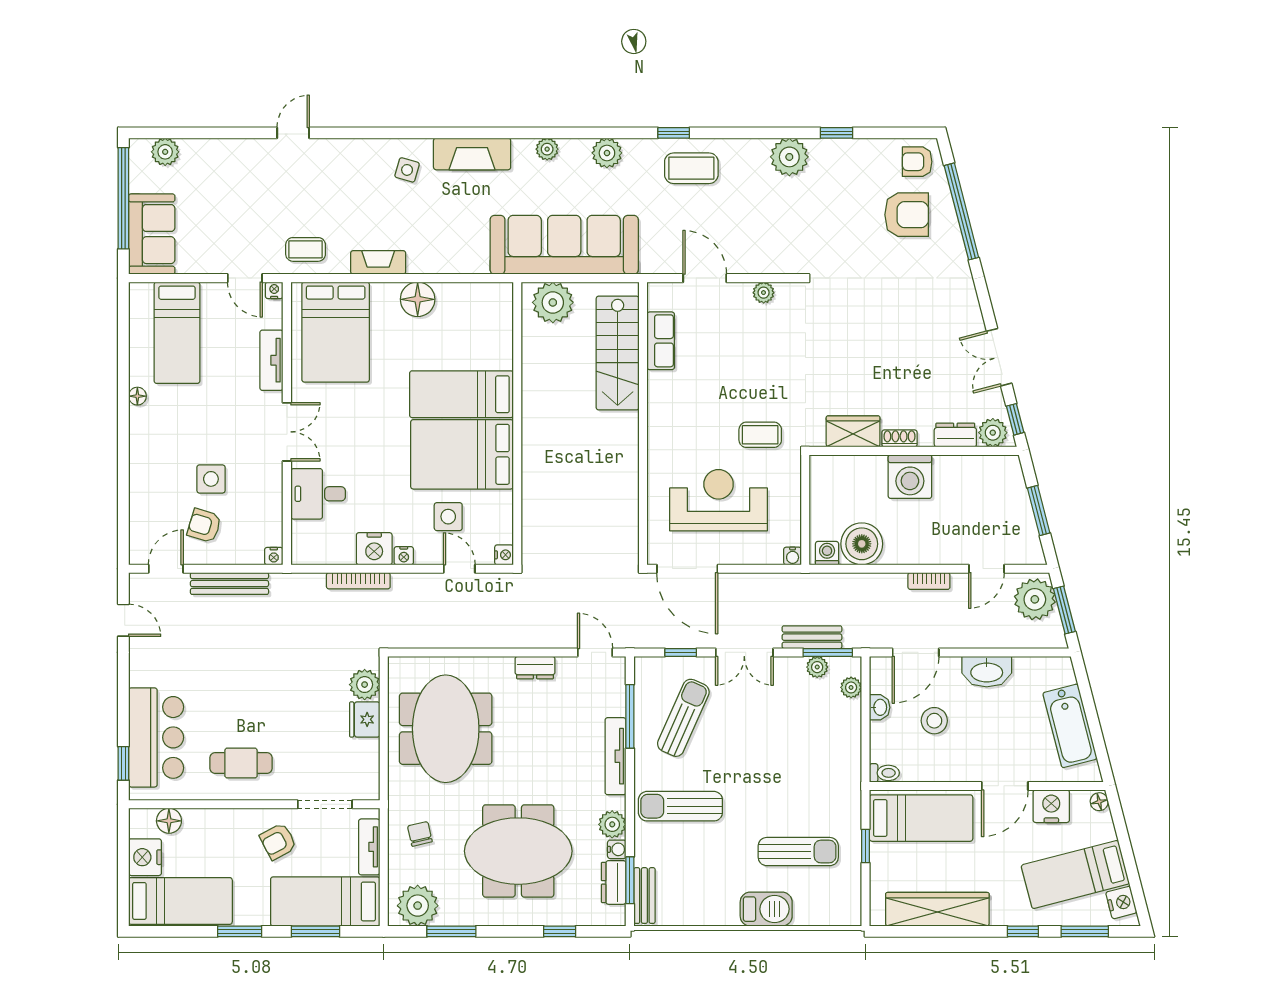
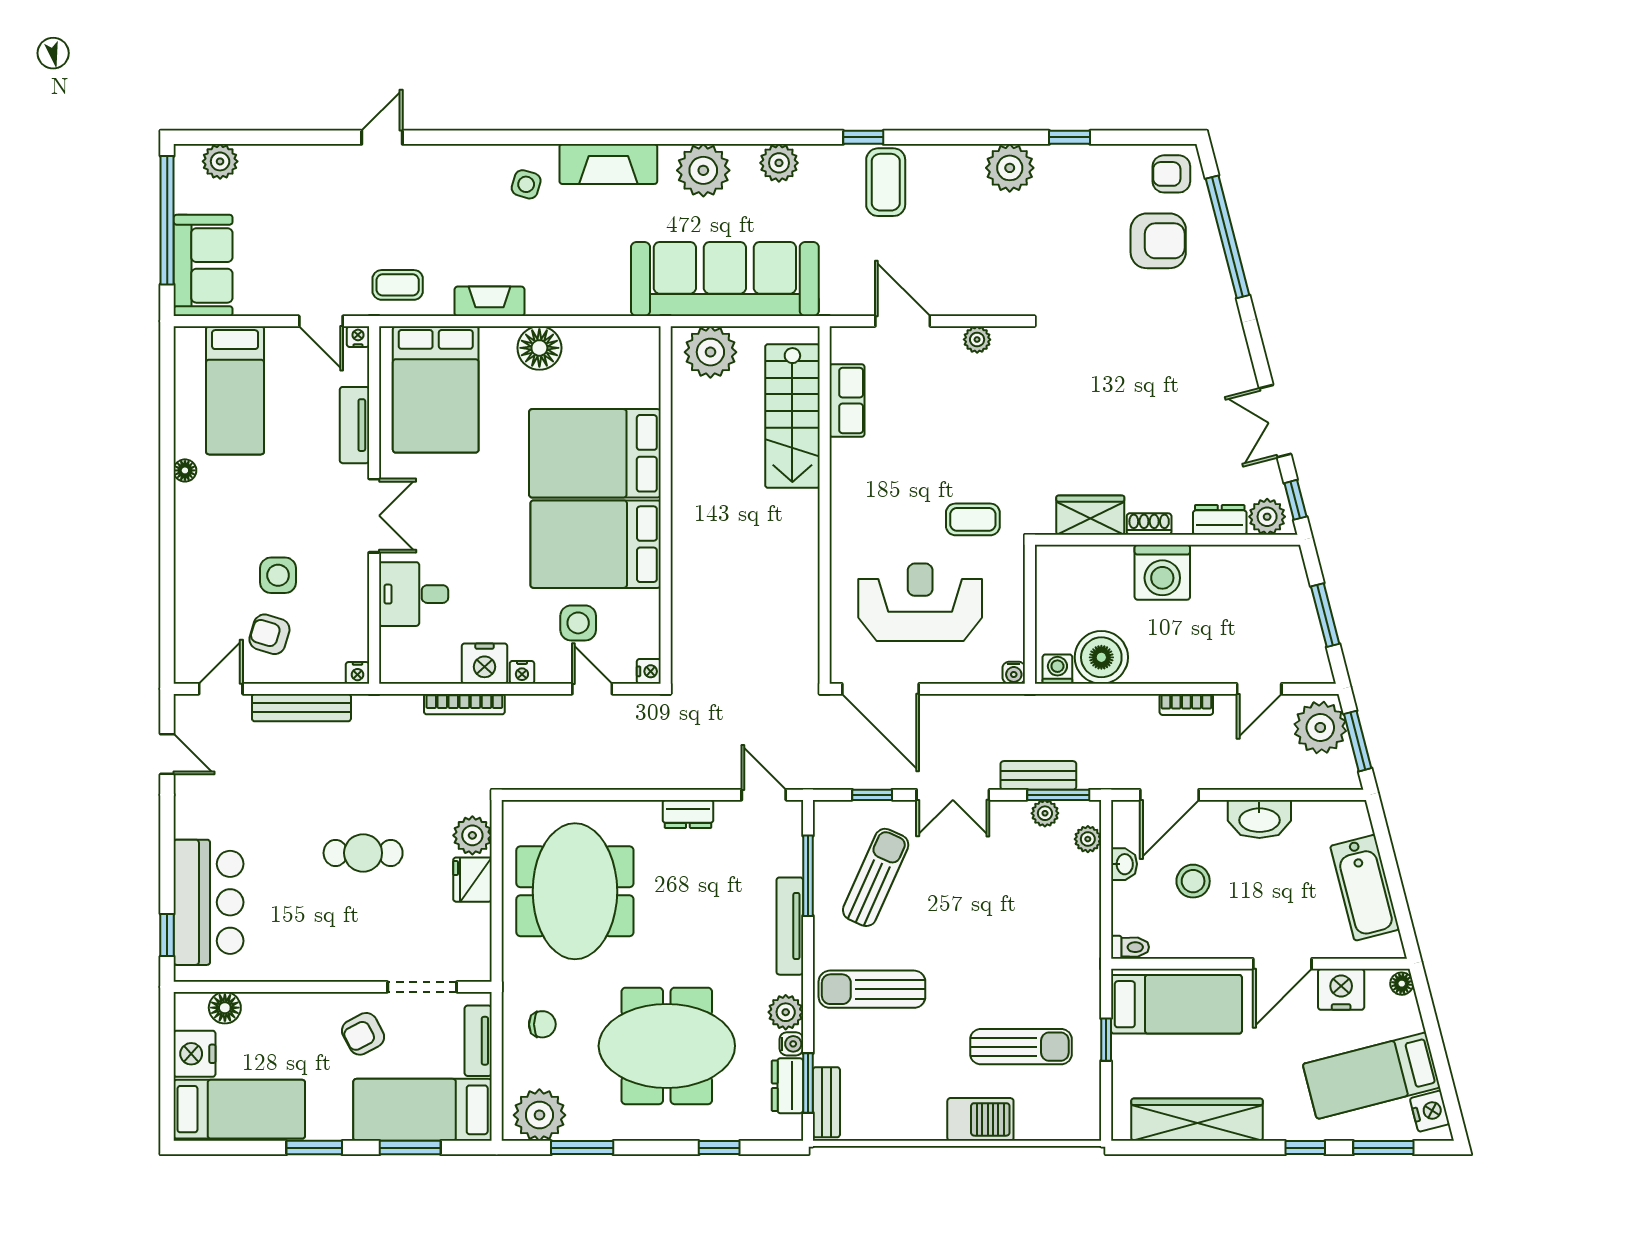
plant: (547, 149) -> (703, 170), width x1.87, depth x1.87
coffee table: (691, 168) -> (886, 182), turned 90
bed: (461, 394) -> (595, 453), width x1.50
cafe table: (241, 763) -> (363, 853), moved
chair: (420, 834) -> (542, 1024), turned 103

